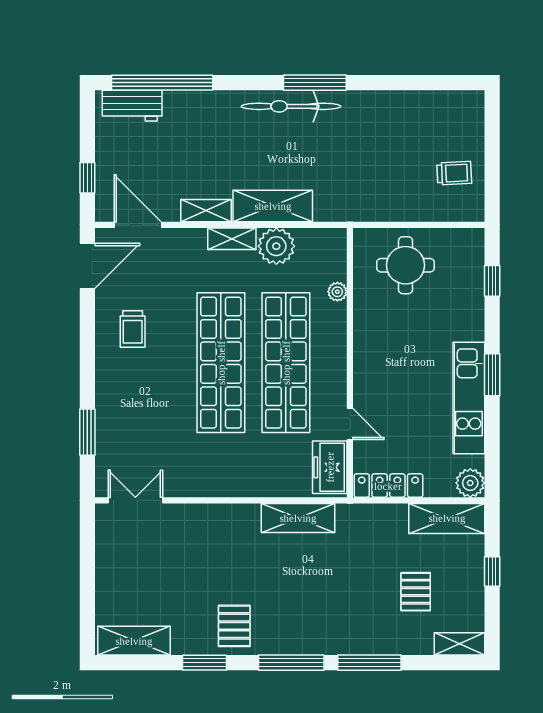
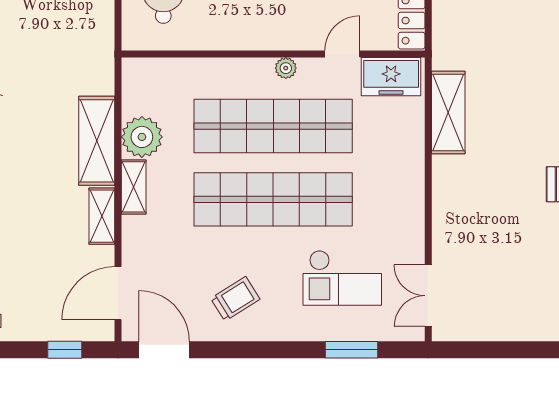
plant: (337, 292) -> (286, 68), moved
trolley: (133, 329) -> (235, 299), turned -32
checkout: (151, 424) -> (342, 278), added

